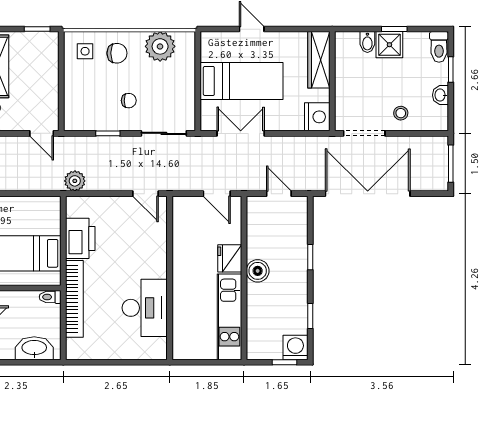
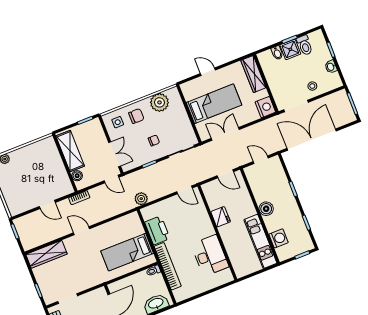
toilet: (439, 47) -> (305, 45), moved
double door: (61, 98) -> (115, 154), added
fridge: (230, 258) -> (221, 217), moved, turned 180
washing machine: (295, 348) -> (279, 238), moved, turned 90

